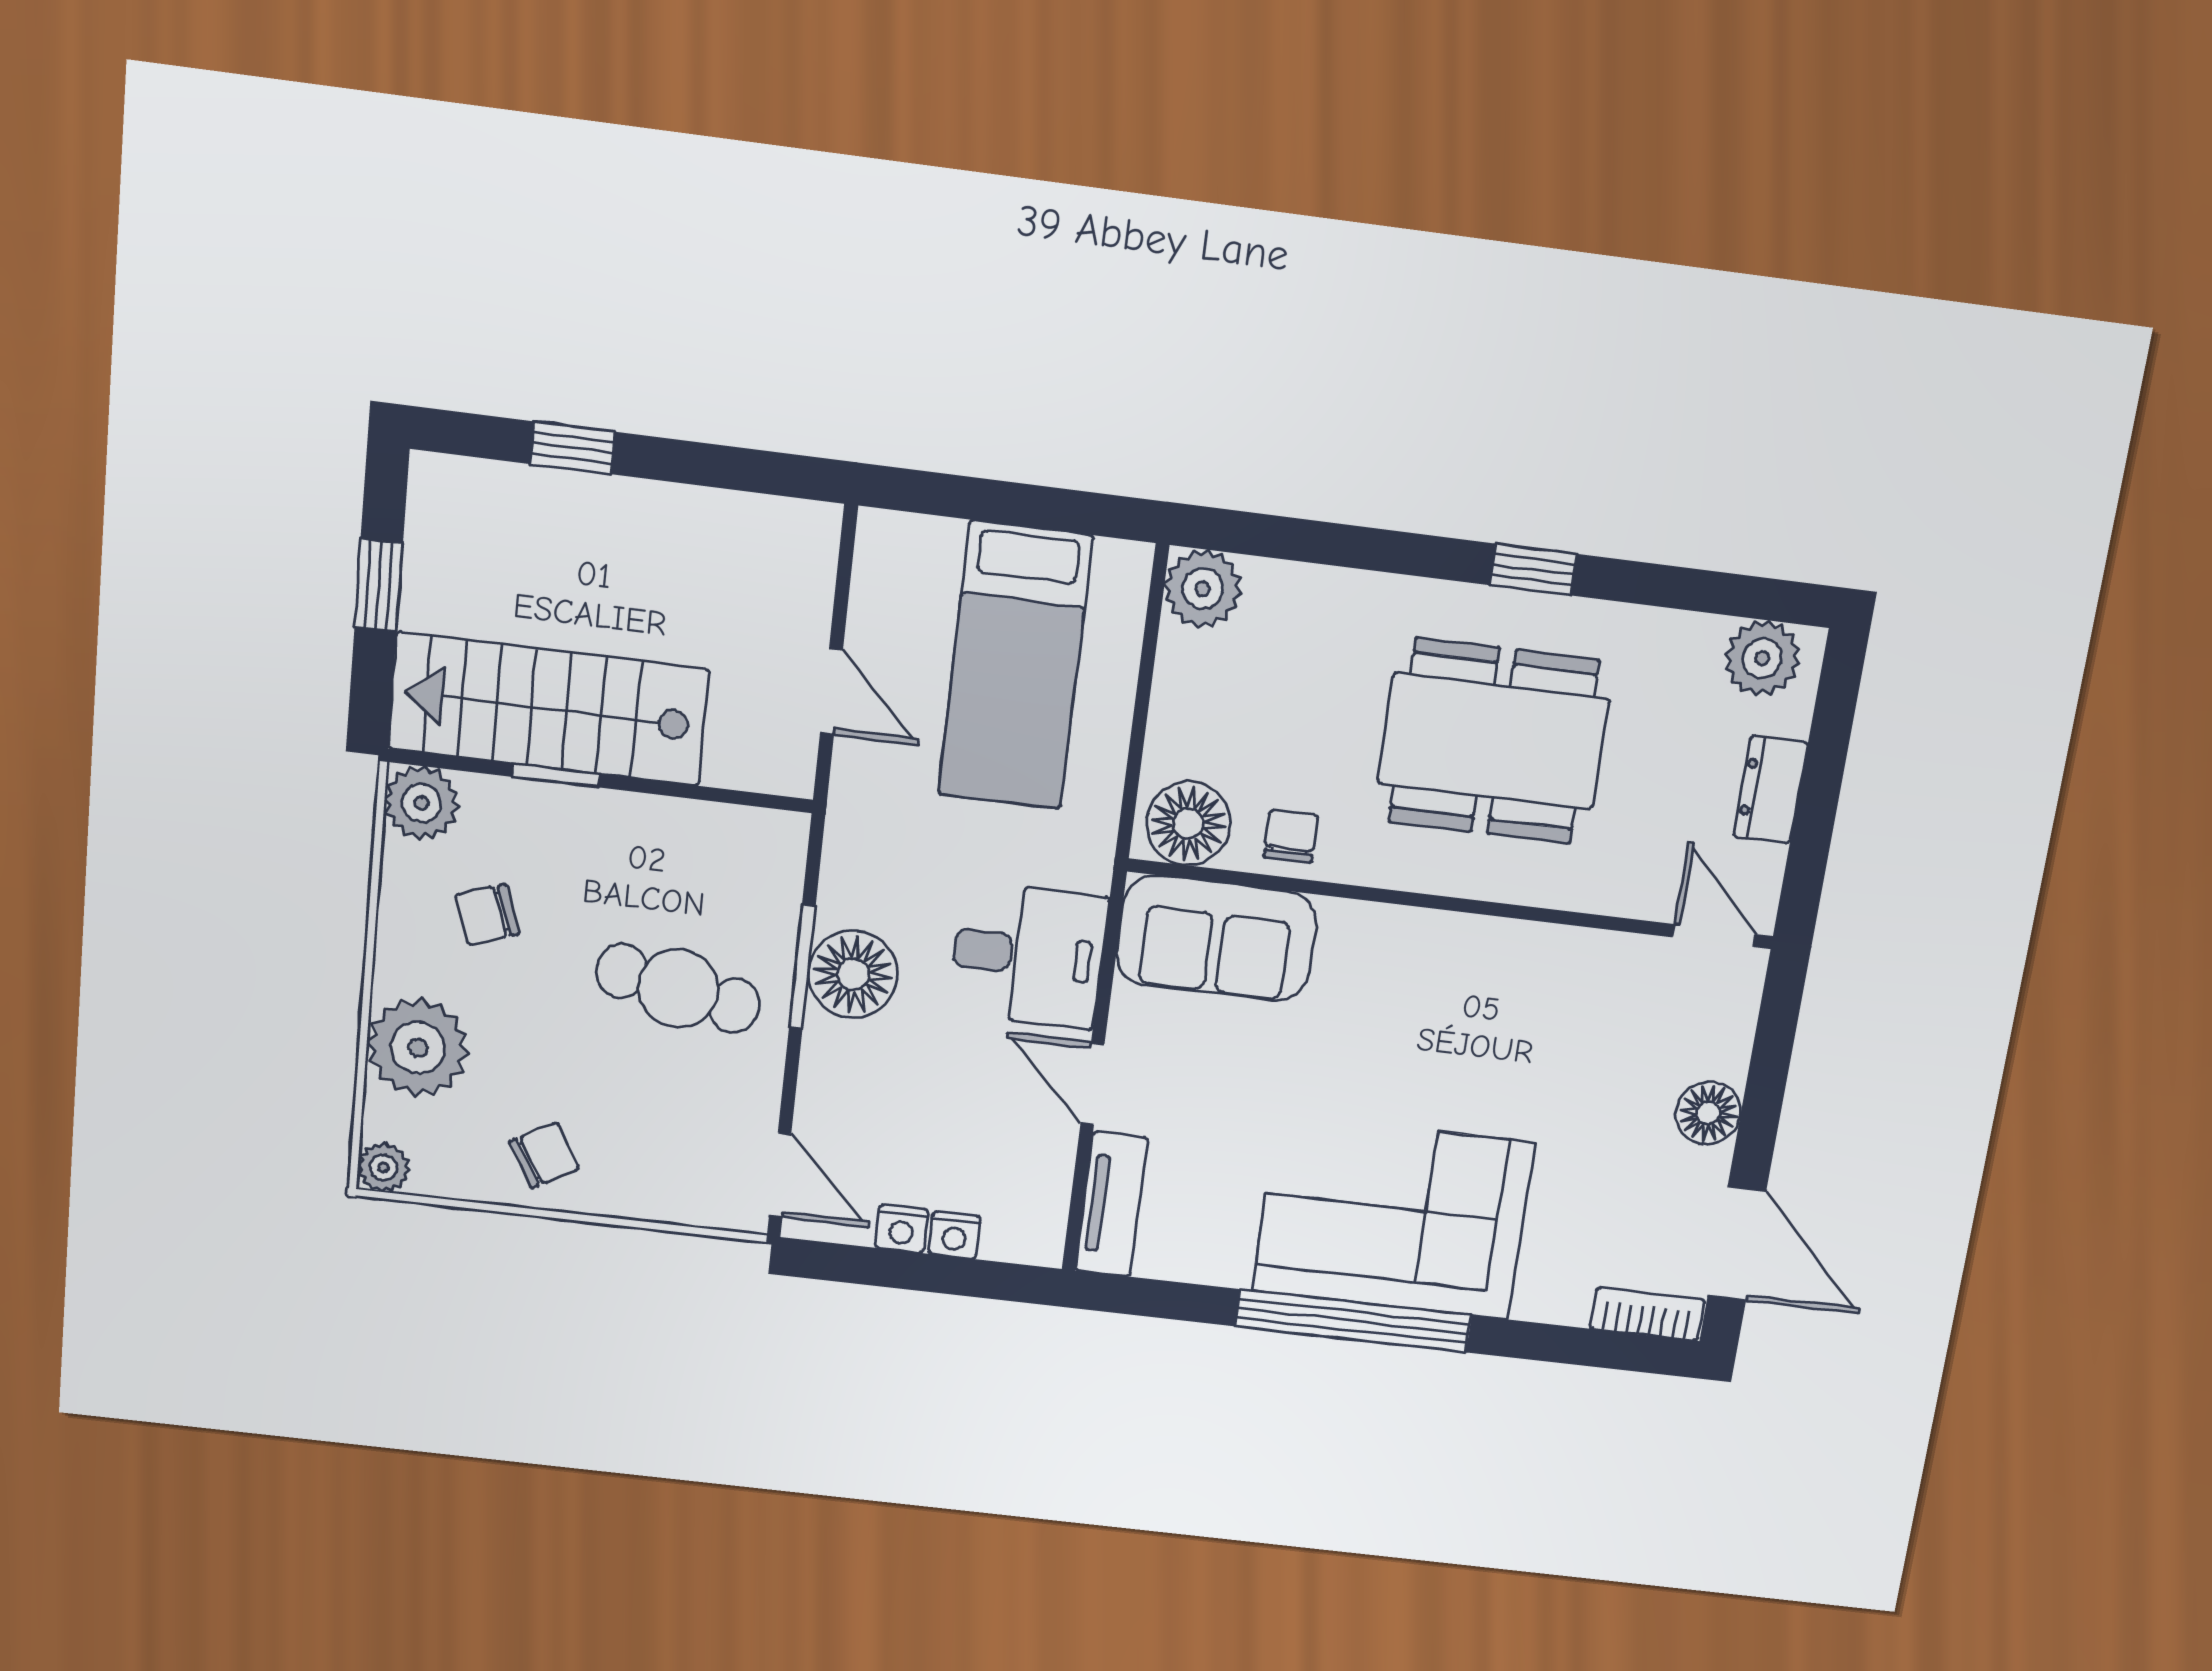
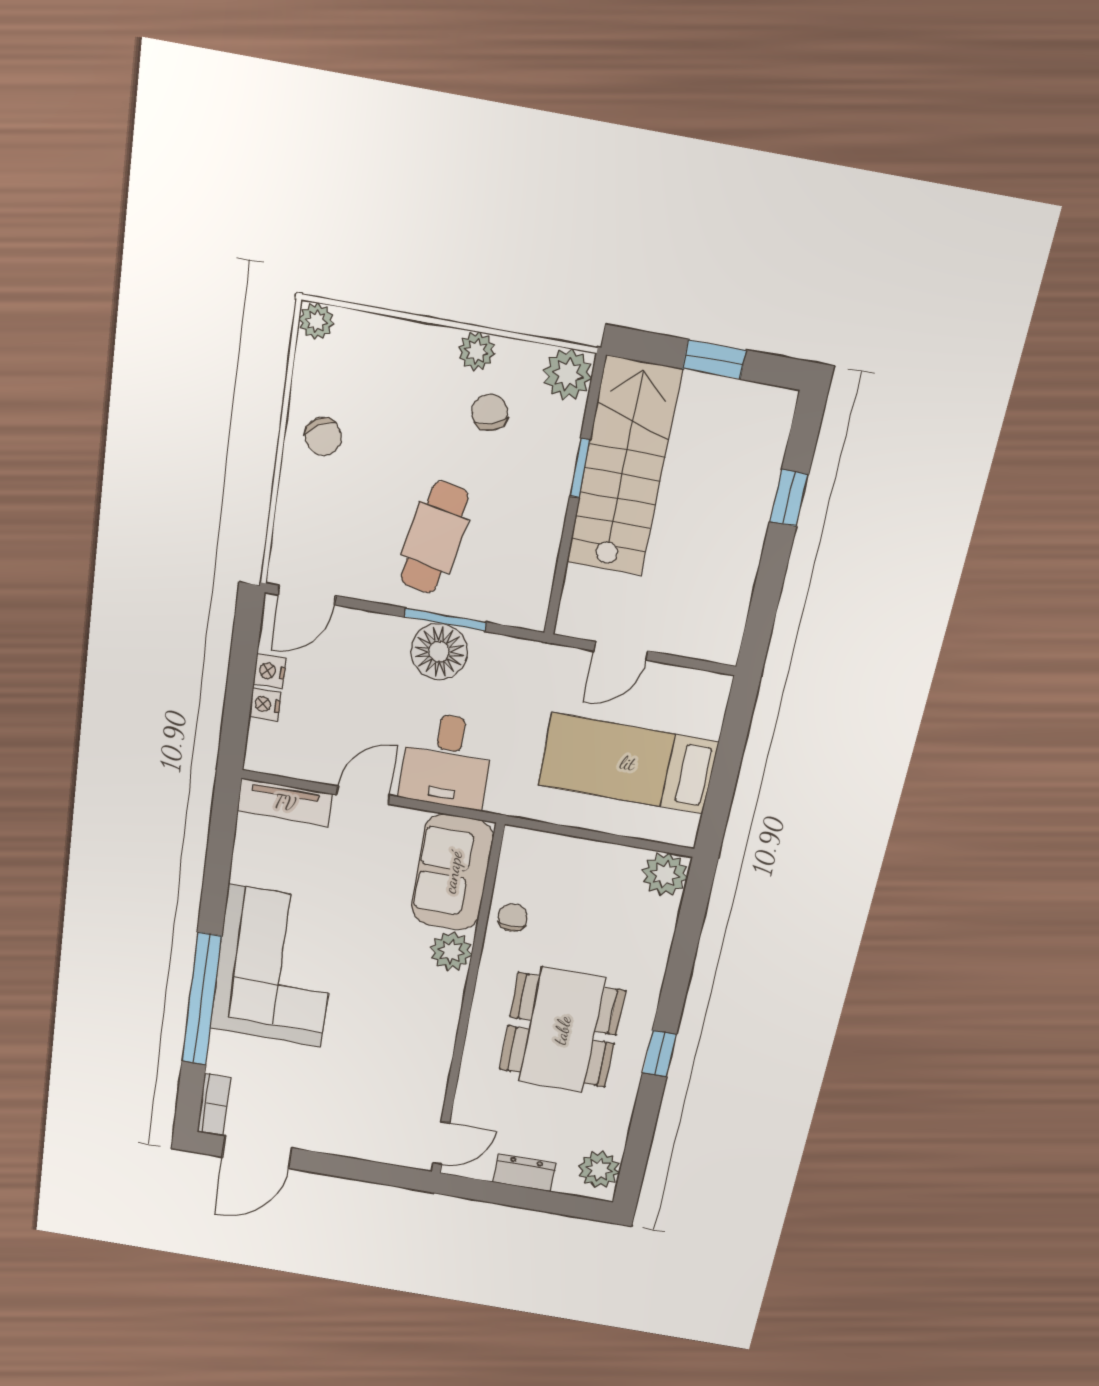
floor lamp: (1188, 823) -> (524, 860), removed
chair: (1291, 836) -> (513, 918), turned -90
plant: (1355, 934) -> (451, 951), added
plant: (418, 1048) -> (477, 351), moved, width x0.53, depth x0.53
floor lamp: (1708, 1113) -> (336, 1139), removed
window: (1353, 1321) -> (202, 999), moved

